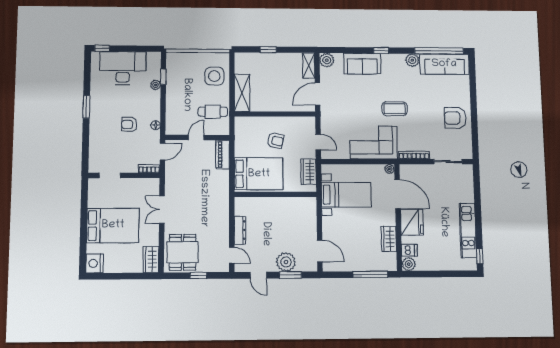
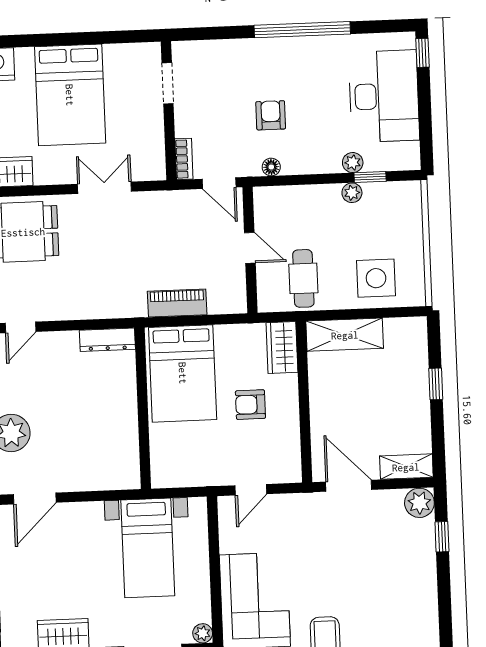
window: (381, 50) -> (442, 537), moved
sofa: (362, 64) -> (416, 575), removed
plant: (171, 86) -> (352, 193), added
window: (86, 107) -> (302, 30), width x2.11
armchair: (275, 141) -> (250, 405), turned 77
piano: (223, 155) -> (177, 303), moved
wardrobe: (309, 172) -> (282, 347), moved, turned -90
dresser: (240, 230) -> (107, 340), moved

